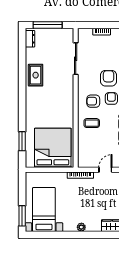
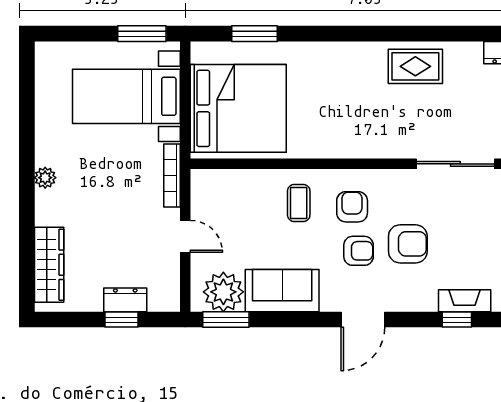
bed with nightstands: (44, 209) -> (126, 96), moved, turned 180
window: (22, 216) -> (142, 34), moved

